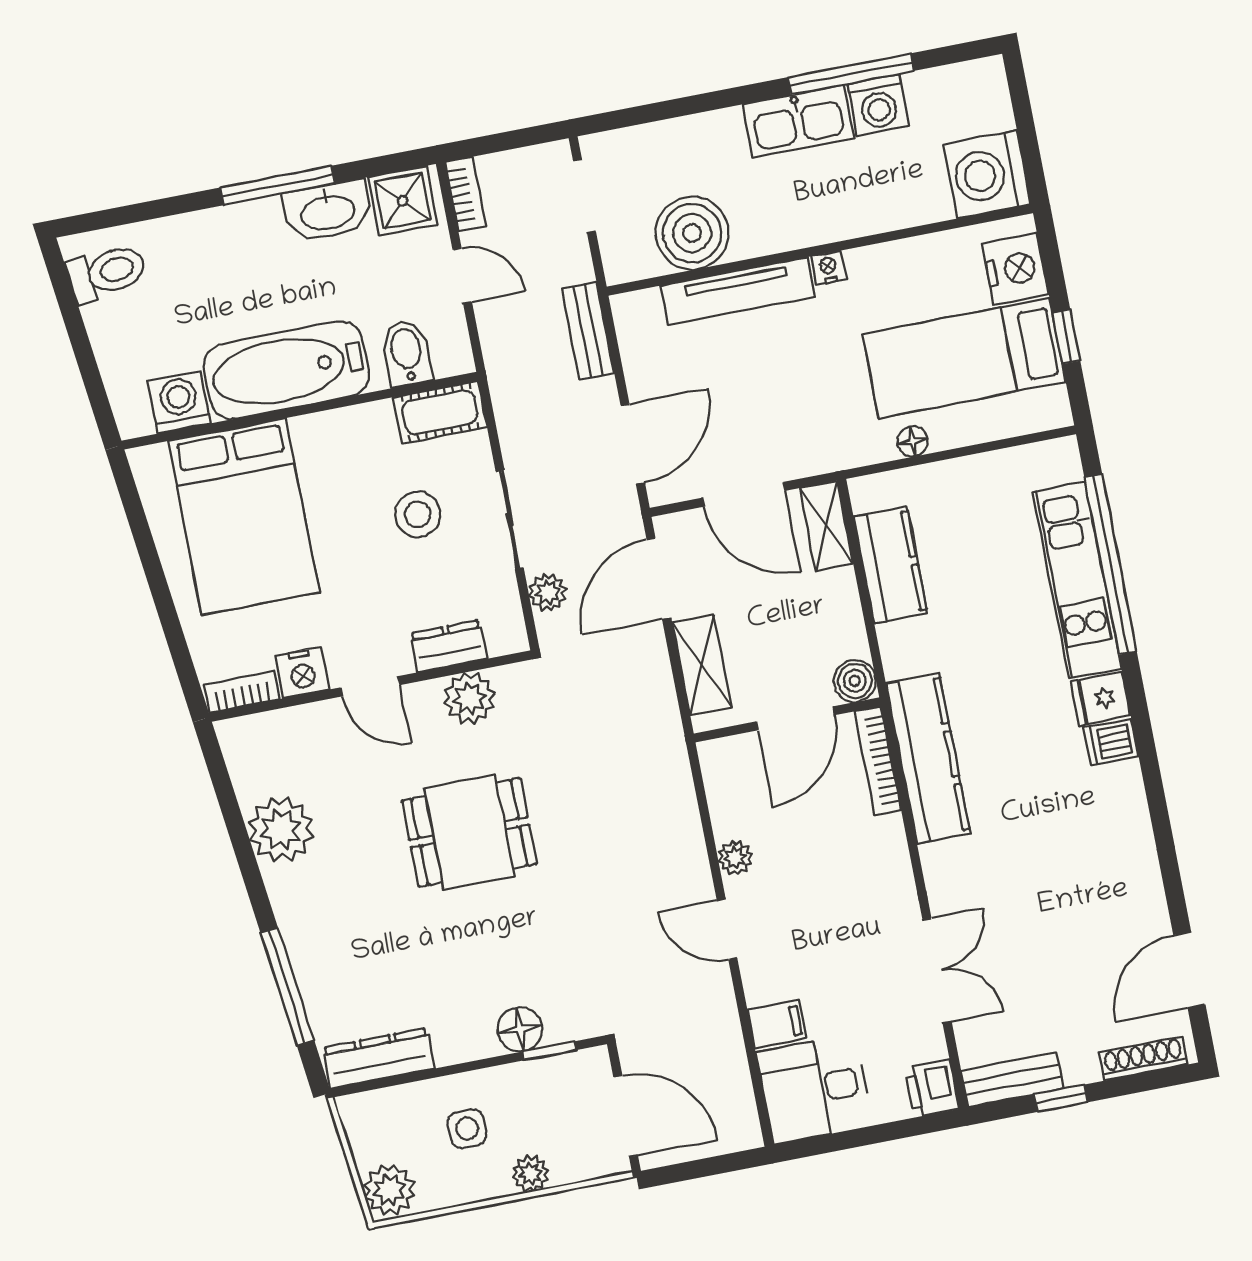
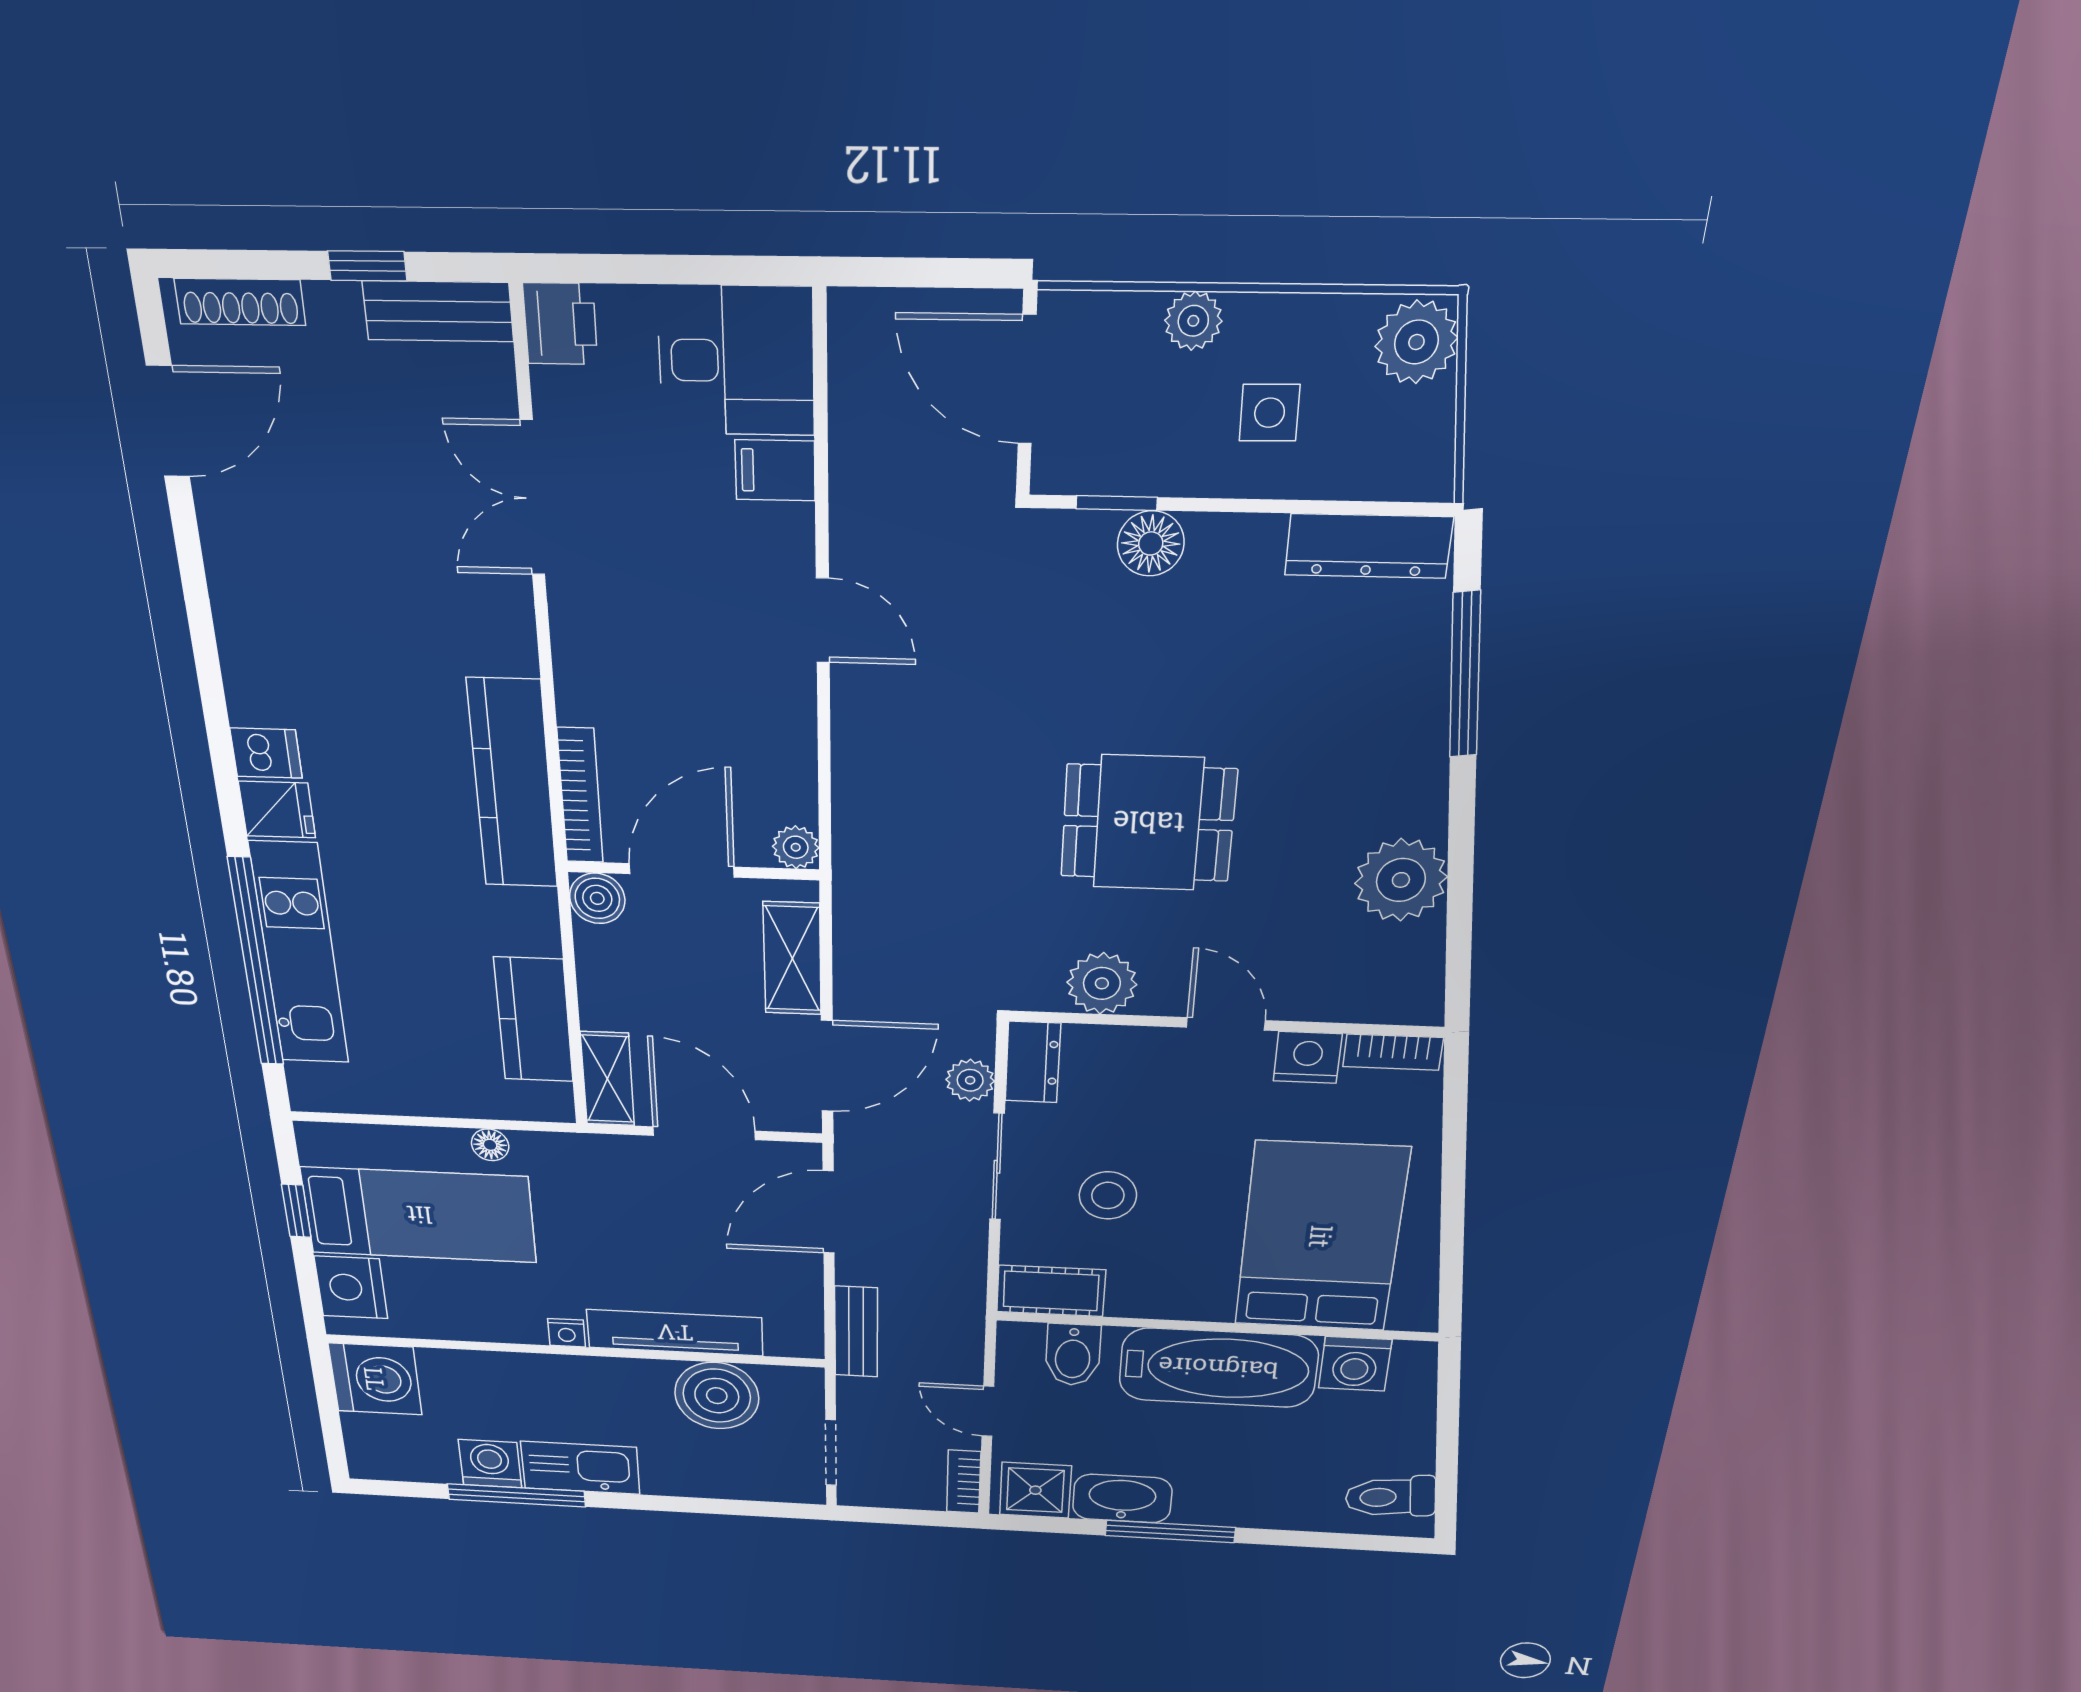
dresser: (448, 646) -> (1033, 1062), moved, turned -90
plant: (735, 858) -> (796, 847), moved

